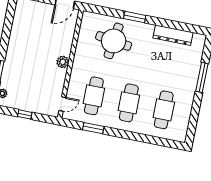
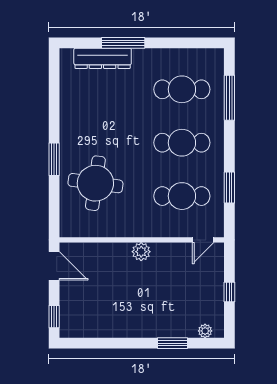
dresser: (173, 35) -> (103, 58), moved, turned 90
door: (62, 104) -> (203, 240), swing flipped
window: (152, 140) -> (229, 98), added

